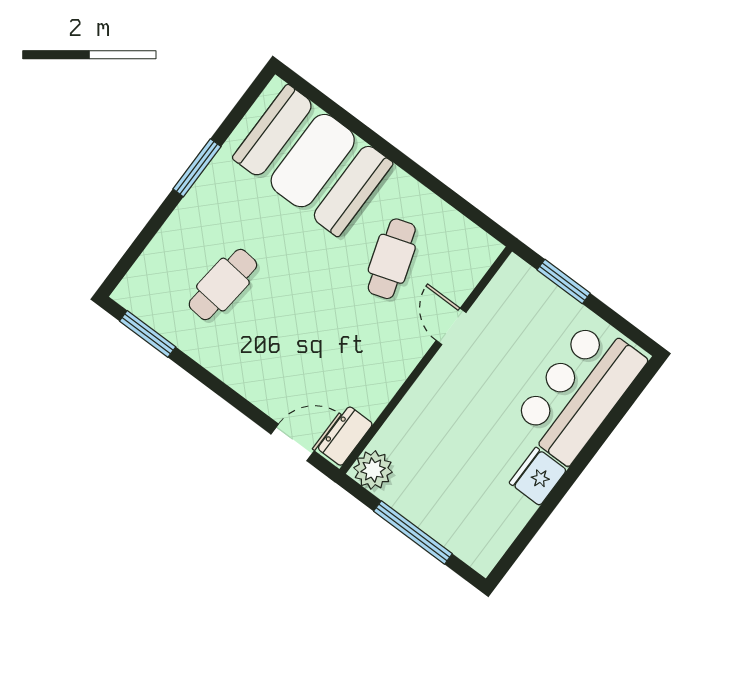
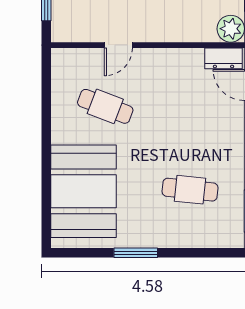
cafe table: (392, 259) -> (105, 106), turned 39

